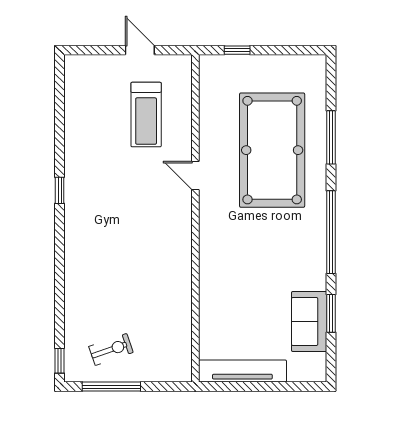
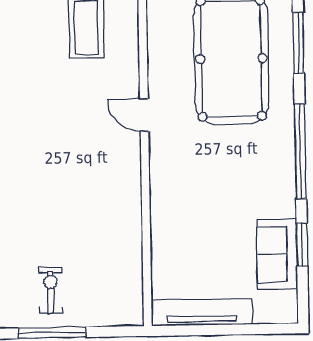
door: (195, 176) -> (144, 115), moved
exercise bike: (111, 349) -> (51, 290), turned -71

